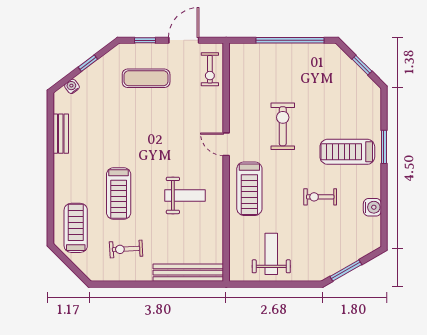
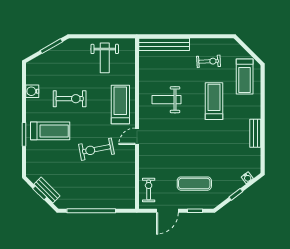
bench: (352, 69) -> (47, 190), added
exercise bike: (283, 126) -> (96, 149), turned 79
bench: (61, 134) -> (255, 133), moved
door: (226, 144) -> (137, 136), swing flipped
exercise bike: (320, 197) -> (70, 99), width x1.38, depth x1.39

